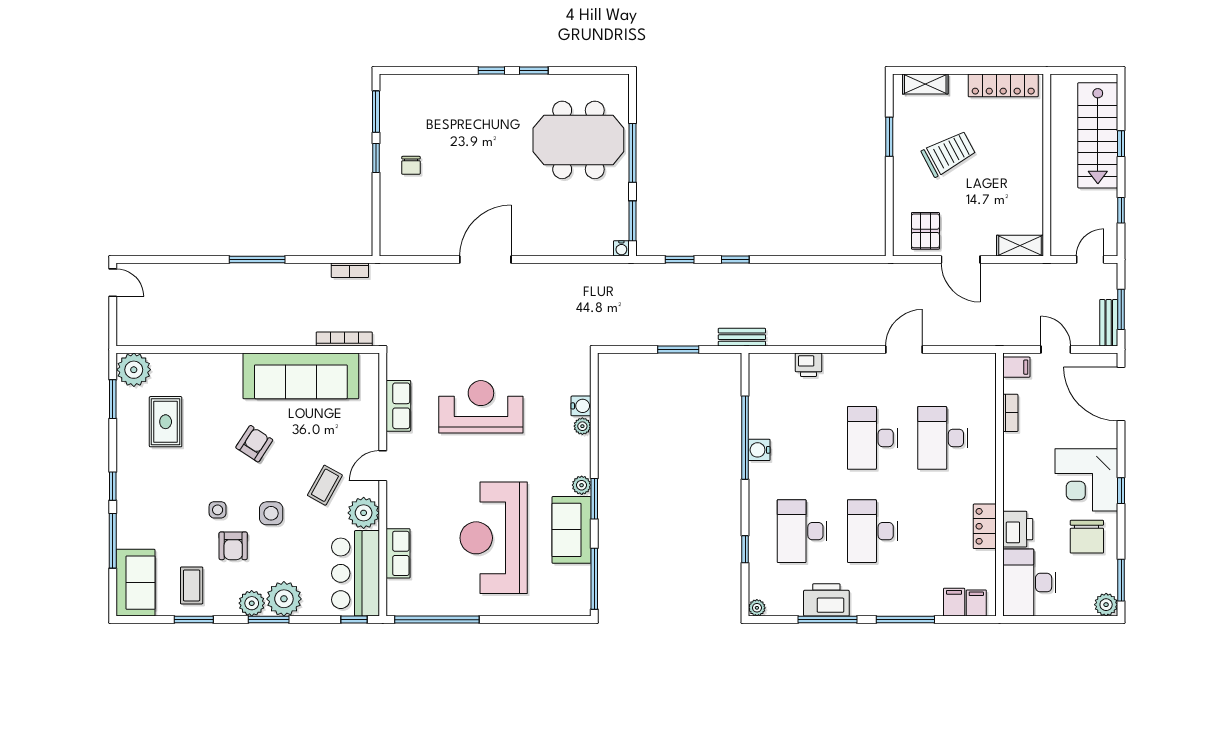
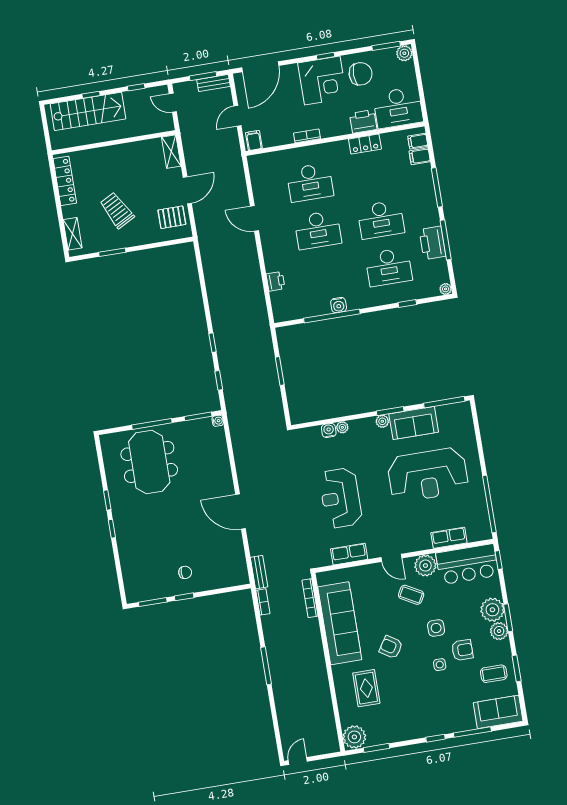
bench: (742, 337) -> (259, 572), moved
bookcase: (1010, 413) -> (307, 136), moved
rug: (166, 422) -> (366, 688), moved, turned 90

